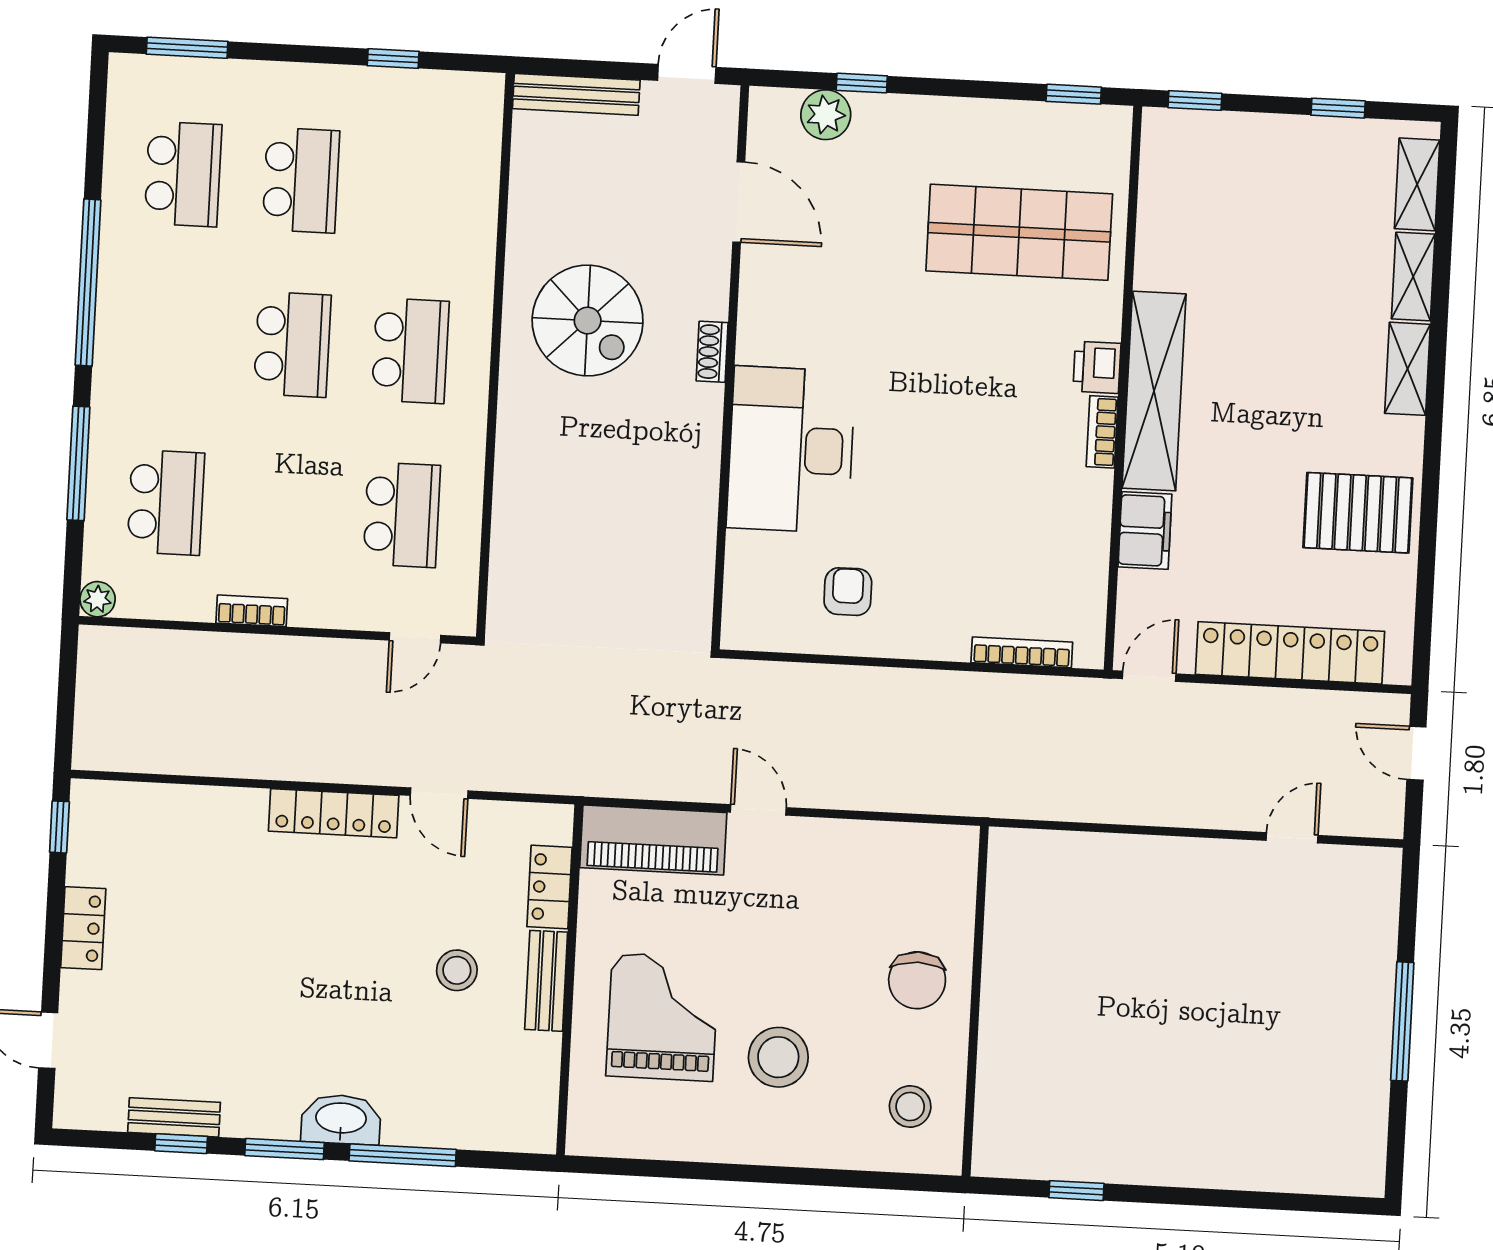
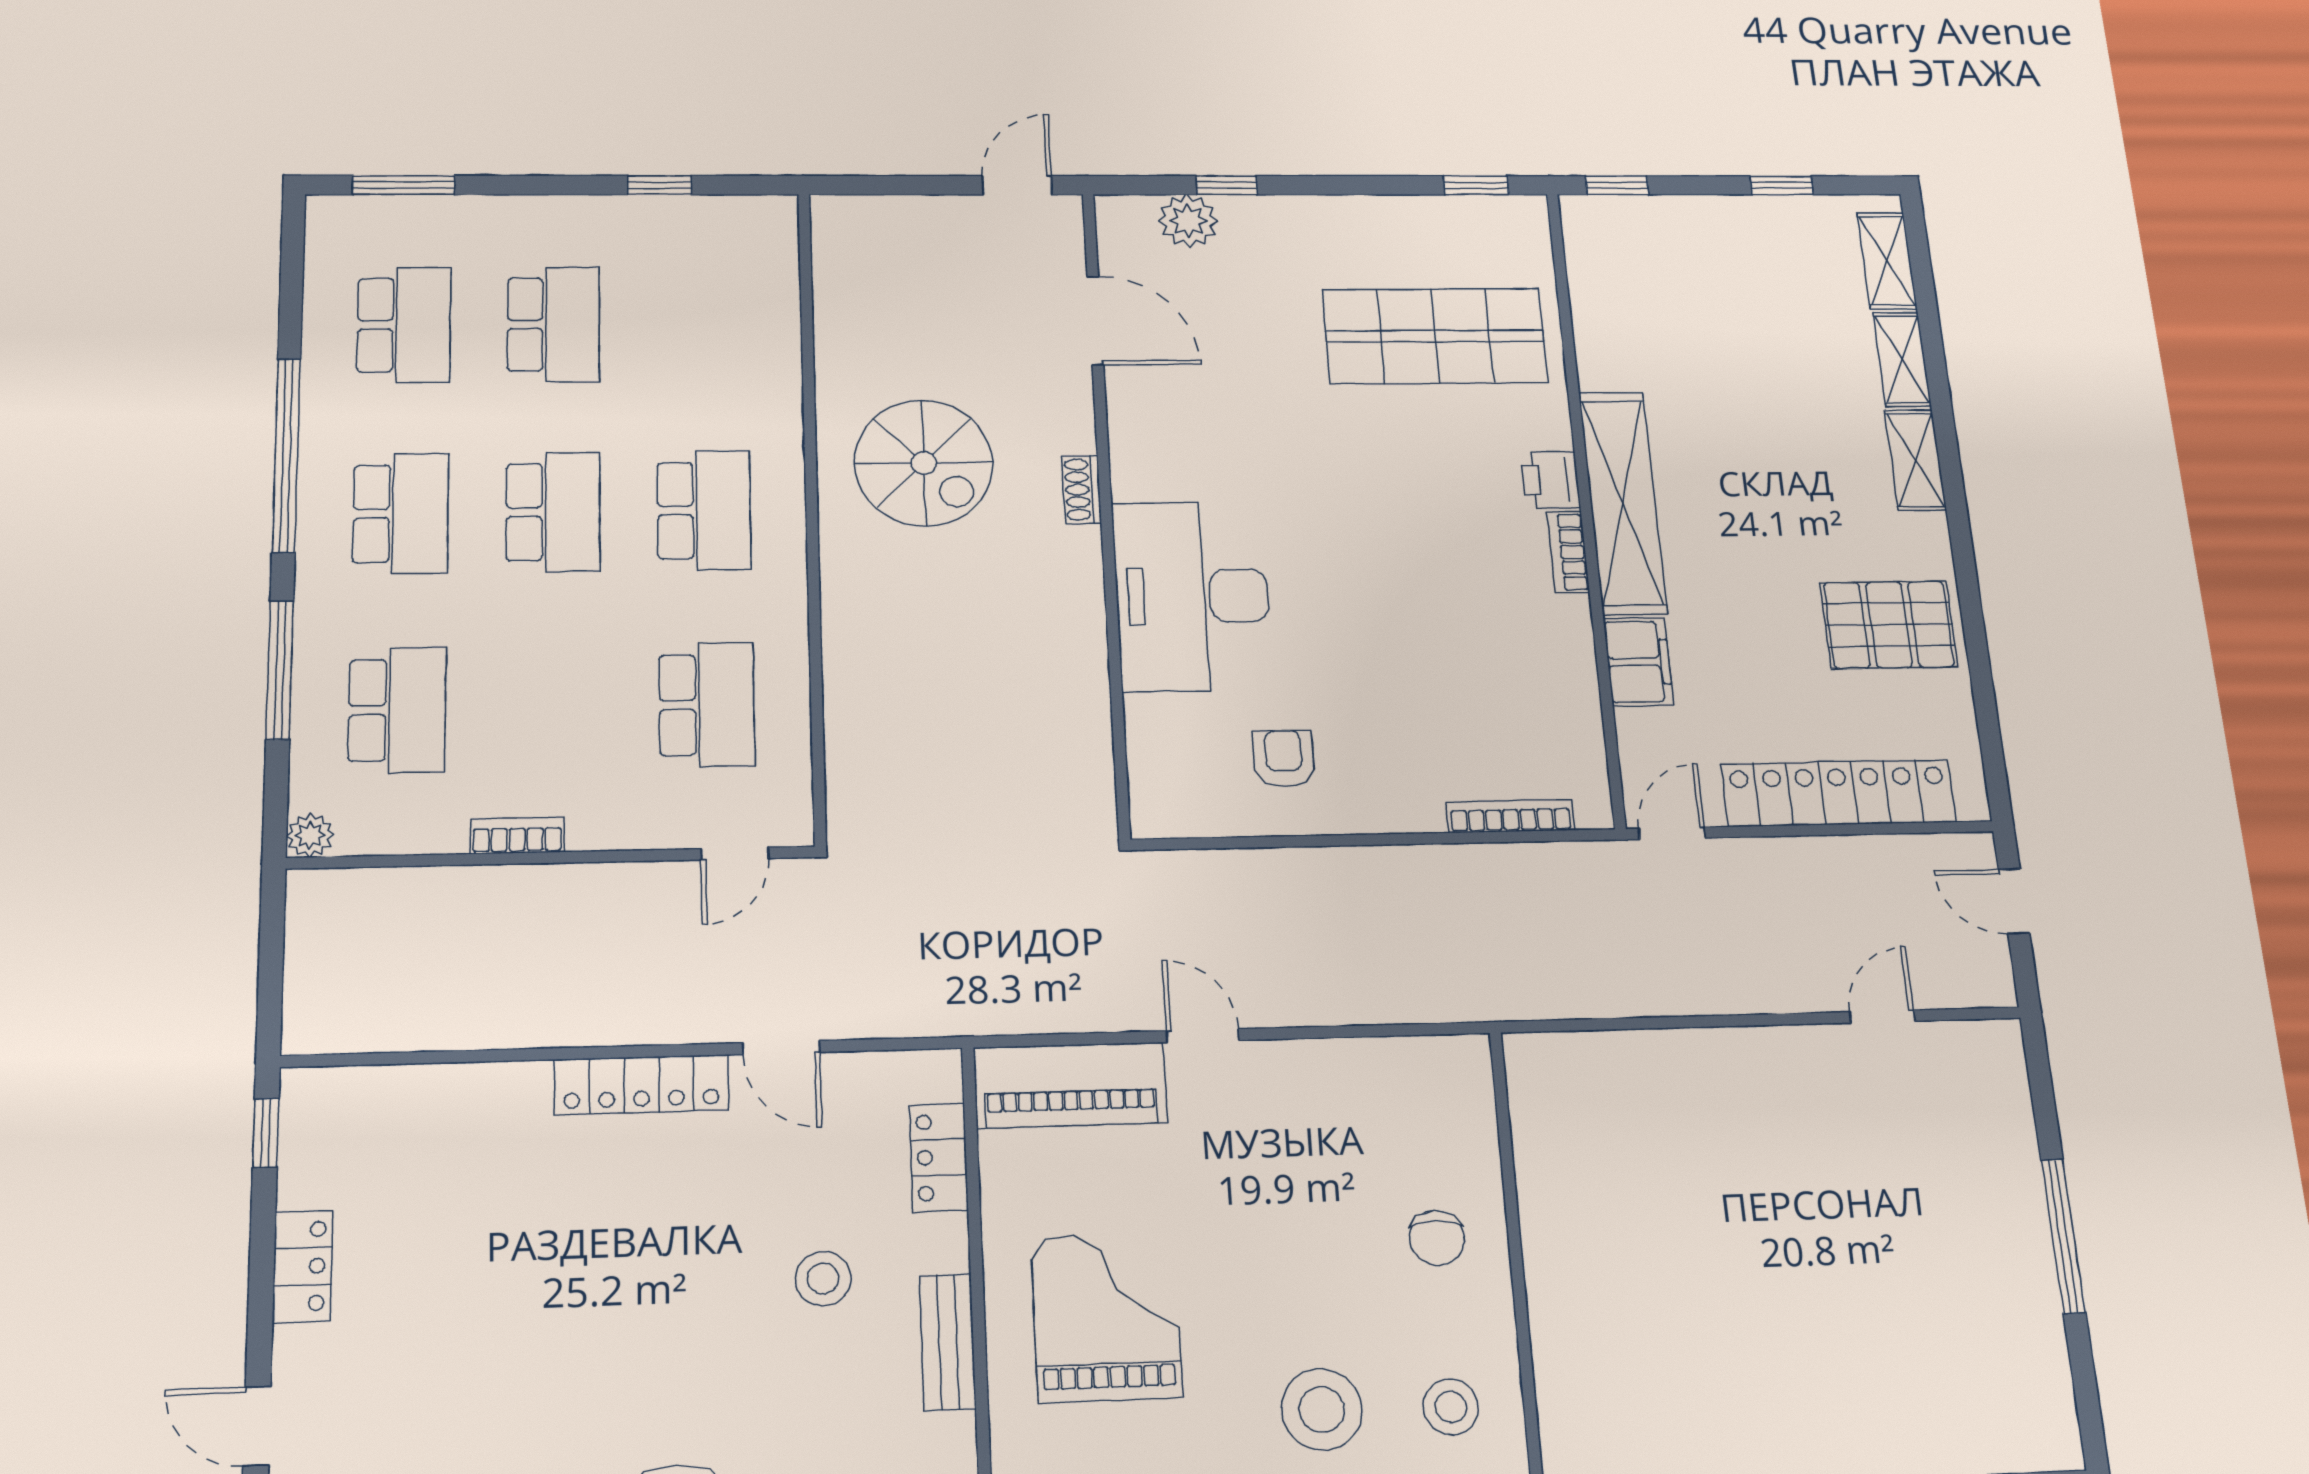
bench: (576, 94) -> (886, 213), removed
school desk: (174, 338) -> (401, 513), added
chair: (917, 980) -> (1437, 1238), width x0.73, depth x0.73
bench: (546, 981) -> (948, 1342), moved
stool: (778, 1057) -> (1322, 1409), moved

